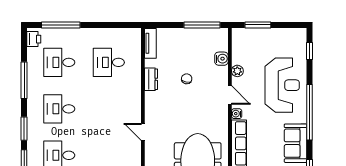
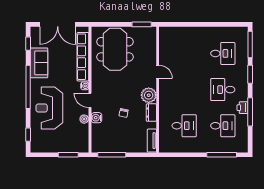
printer: (34, 39) -> (243, 108), moved
water cooler: (221, 59) -> (97, 118), moved
plant: (154, 102) -> (149, 95), added
desk: (59, 109) -> (223, 90), turned 180

